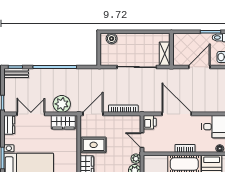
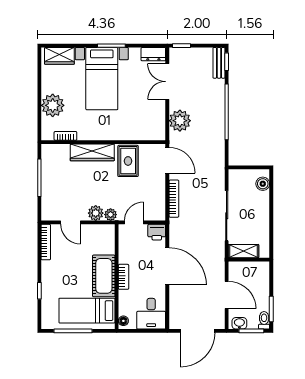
double door: (31, 114) -> (167, 82), swing flipped
door: (177, 114) -> (167, 266), hinge flipped
wardrobe: (63, 122) -> (157, 123), removed

